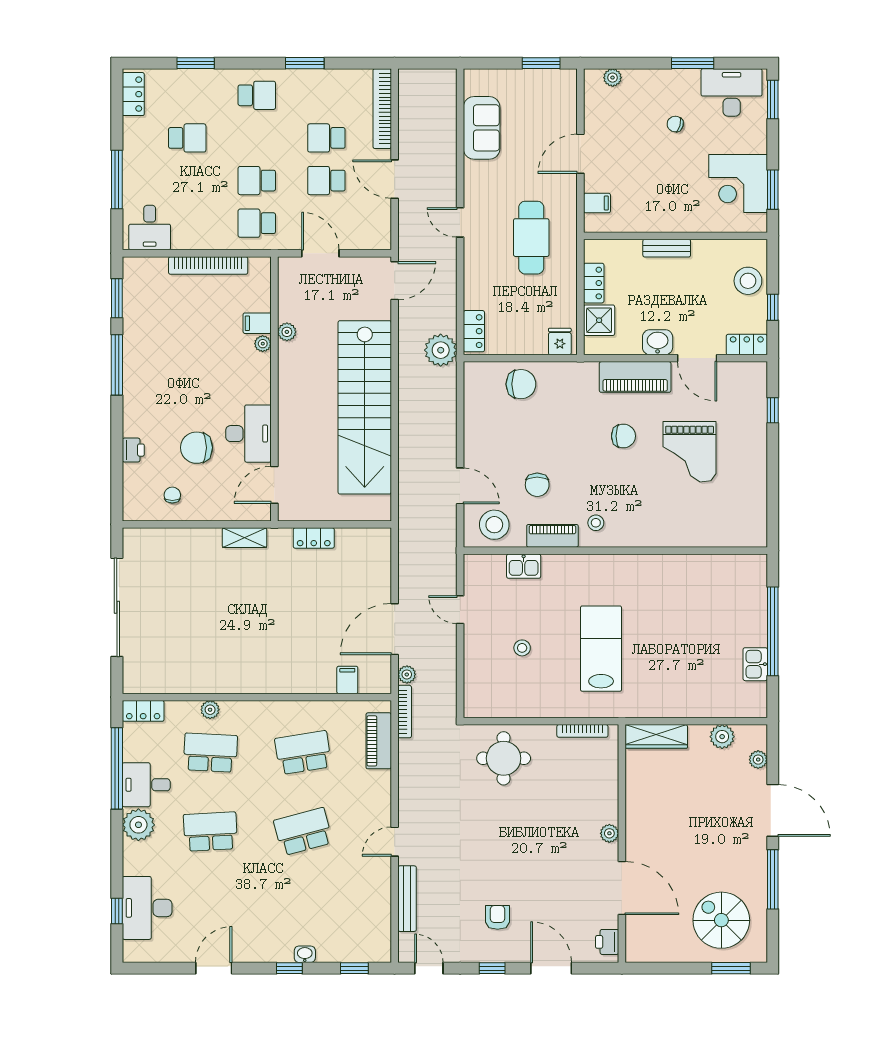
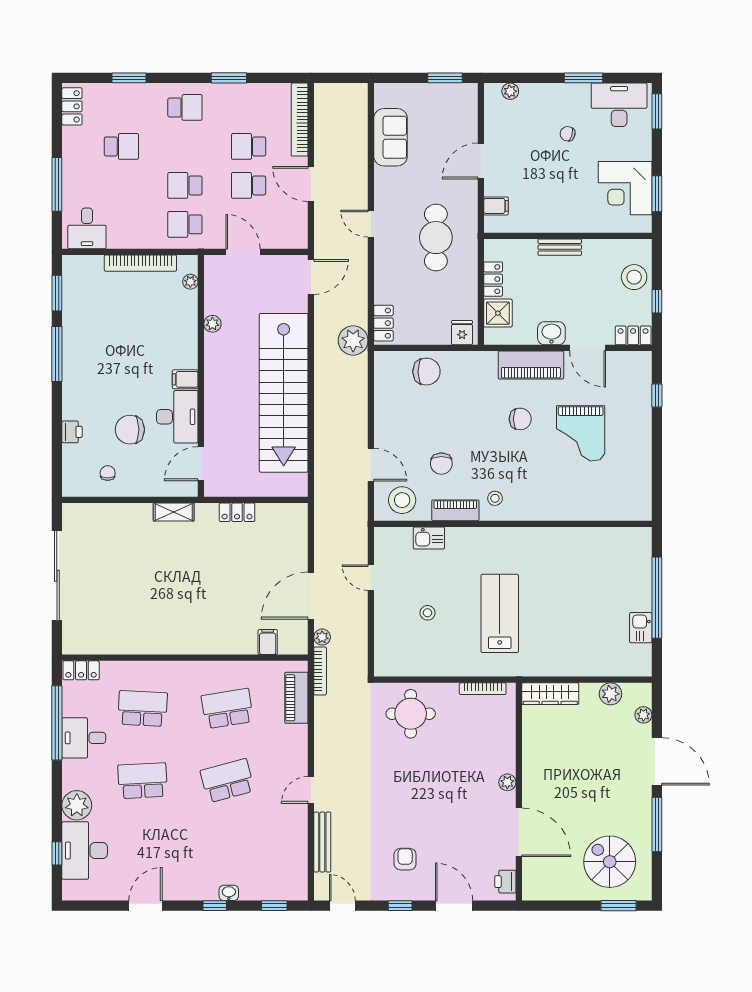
filing cabinet: (257, 323) -> (185, 379), moved
plant: (263, 344) -> (190, 282), moved
plant: (210, 710) -> (142, 669), removed
plant: (138, 825) -> (77, 805), moved

